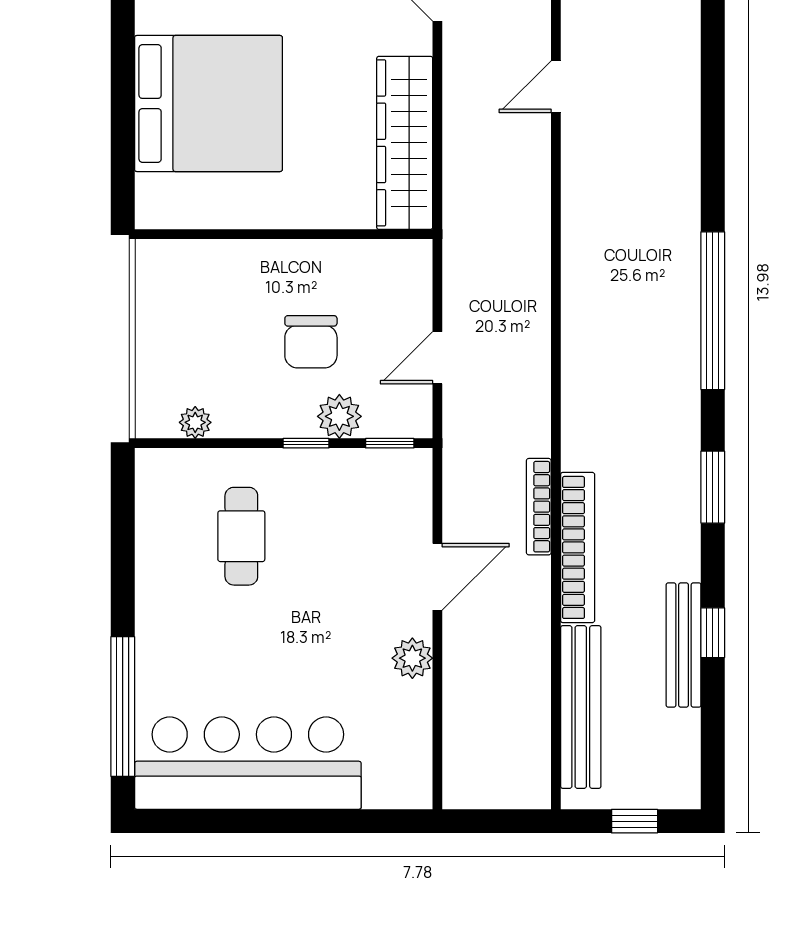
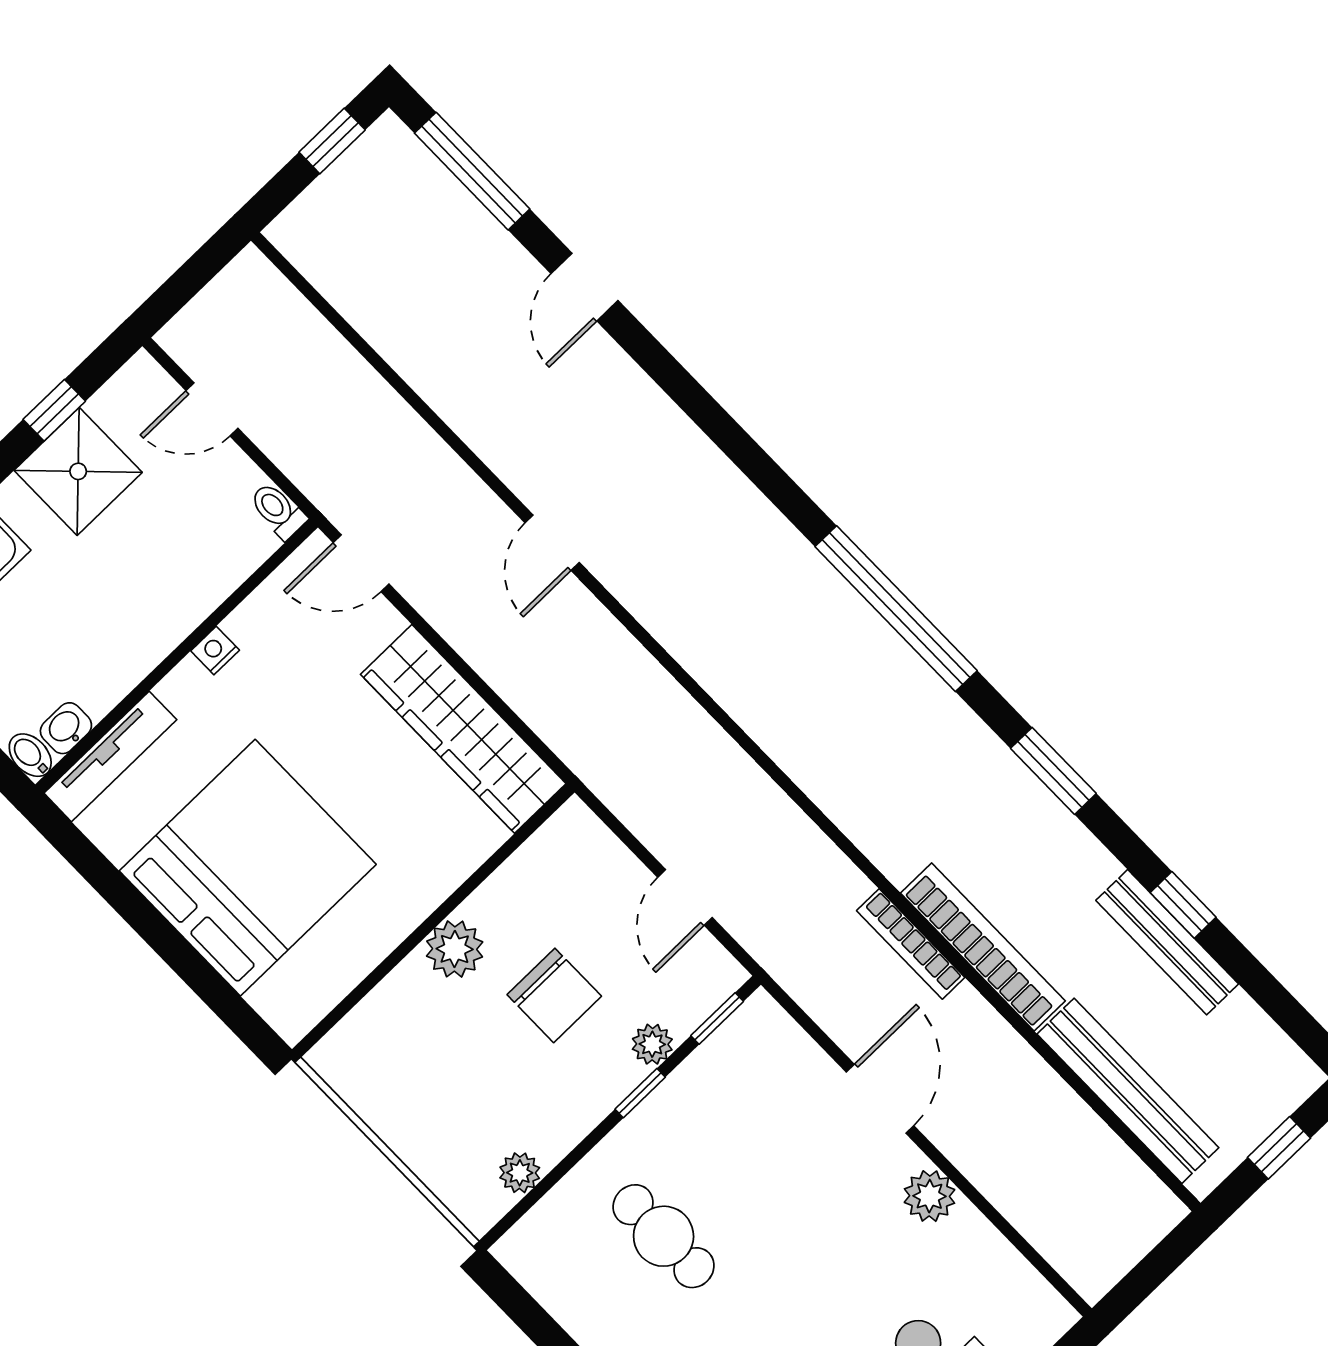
plant: (280, 262) -> (455, 949), added
plant: (339, 416) -> (652, 1044), width x0.73, depth x0.73

